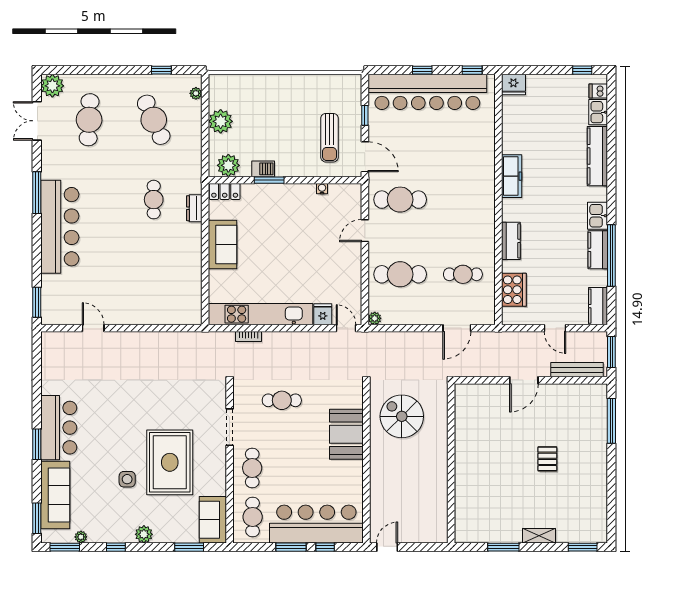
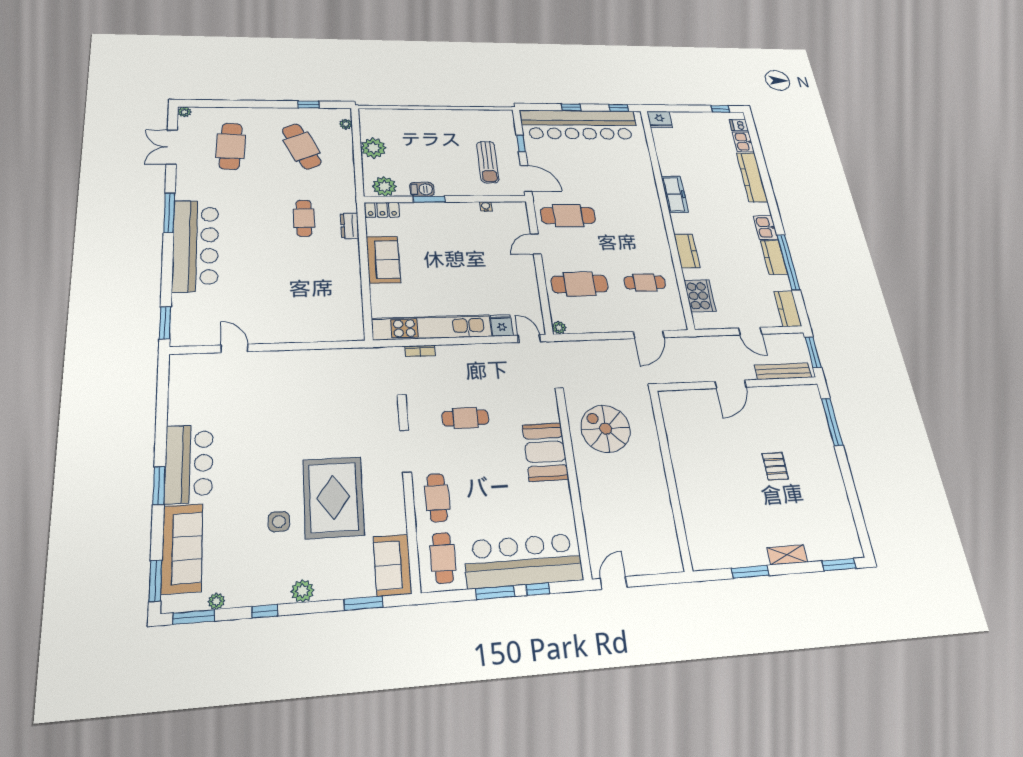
plant: (52, 86) -> (184, 112), width x0.53, depth x0.53

